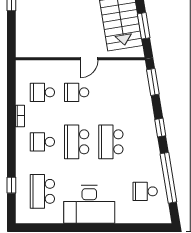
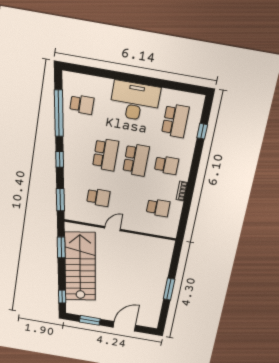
school desk: (77, 92) -> (98, 197), moved

